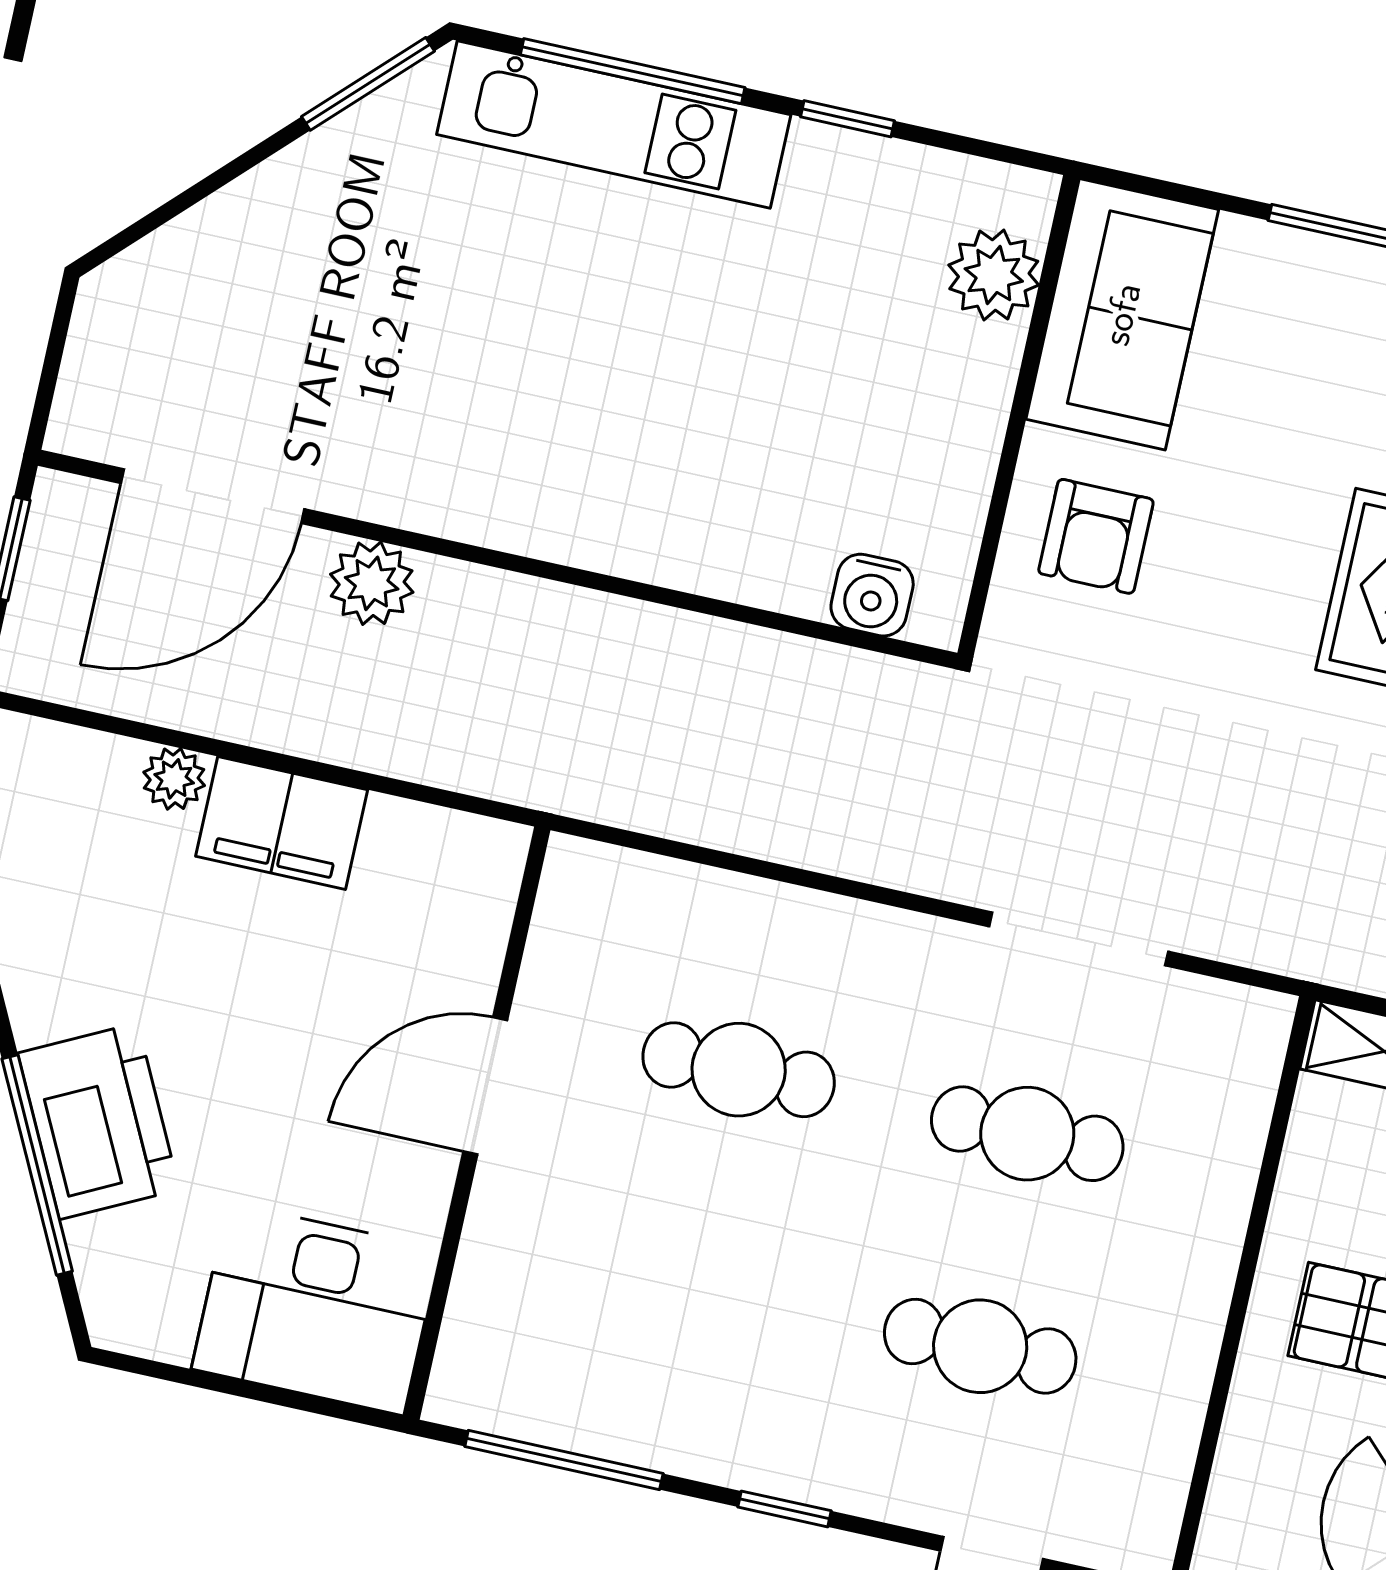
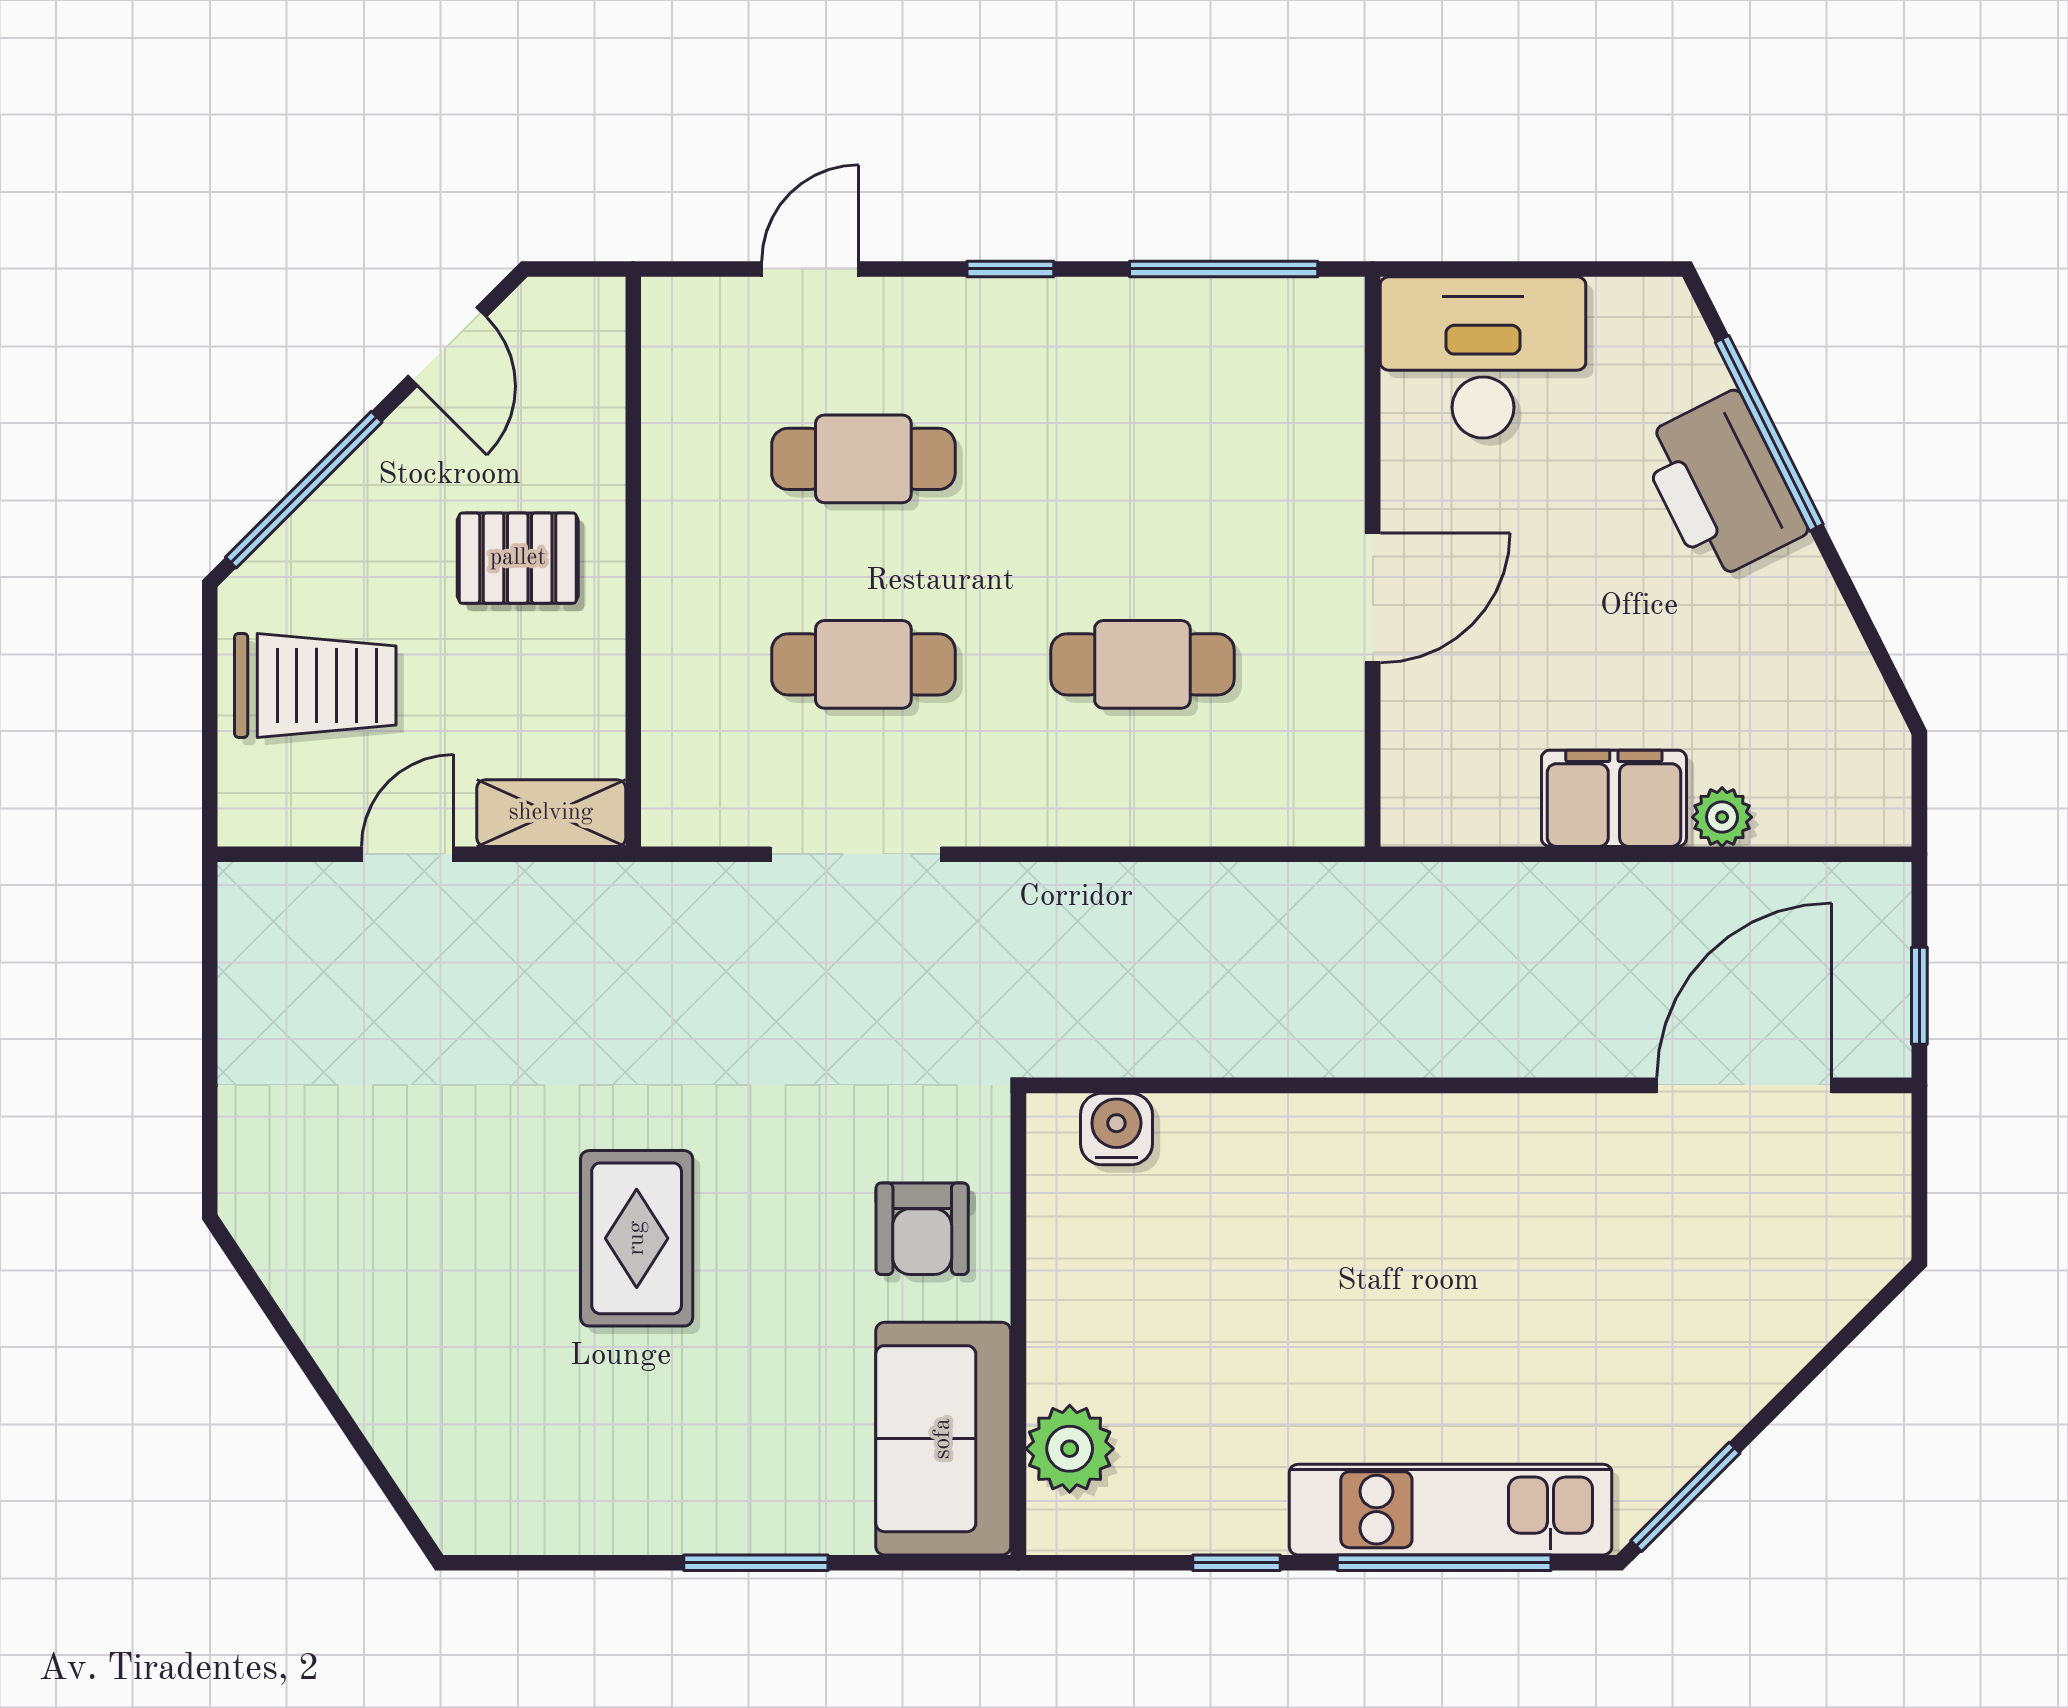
armchair: (1096, 536) -> (922, 1229), turned 180
plant: (372, 583) -> (1580, 1038), removed

